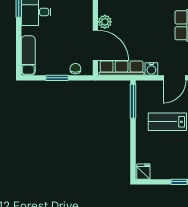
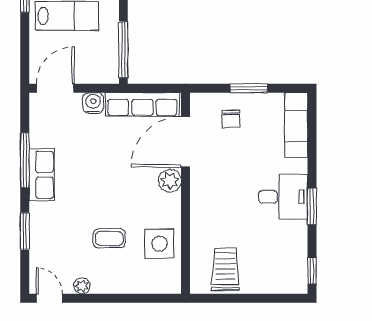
door: (95, 45) -> (186, 142), hinge flipped
chair: (75, 69) -> (231, 119), moved

